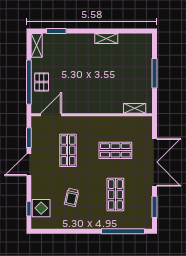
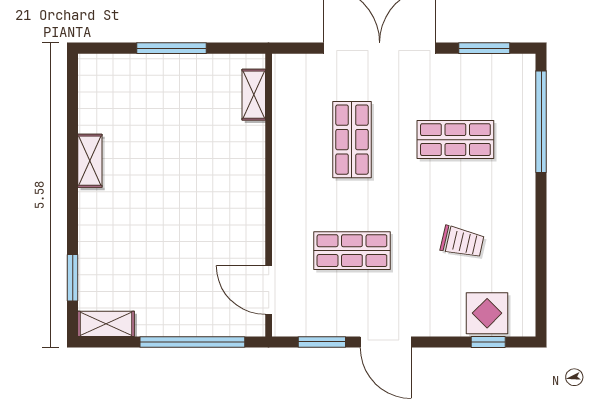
pallet: (42, 82) -> (192, 312), removed

